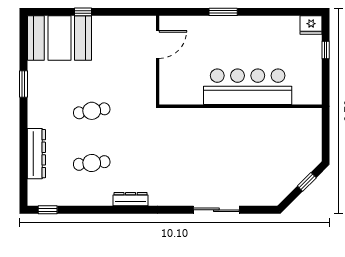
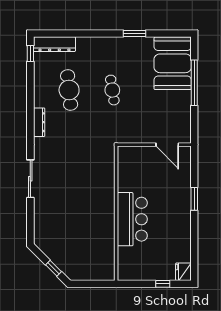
window: (83, 12) -> (194, 83), width x3.17
bar counter: (248, 87) -> (132, 219), width x0.73
dresser: (36, 154) -> (54, 44), moved
cafe table: (92, 163) -> (69, 90), width x1.37, depth x1.35
sliding door: (216, 210) -> (30, 179), moved

